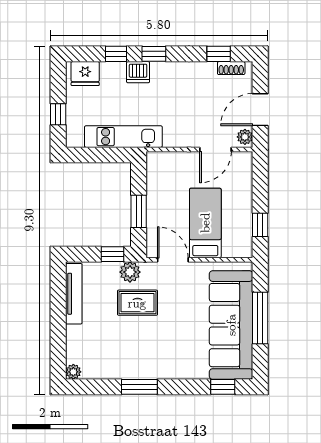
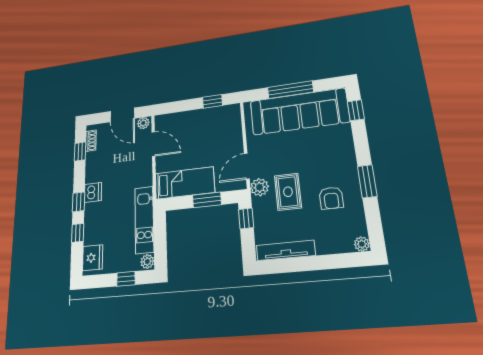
dishwasher: (138, 72) -> (93, 192), moved
plant: (75, 140) -> (147, 261), added
bed: (205, 223) -> (185, 183), moved, turned 180
plant: (130, 272) -> (260, 187), moved
armchair: (125, 348) -> (331, 198), added

